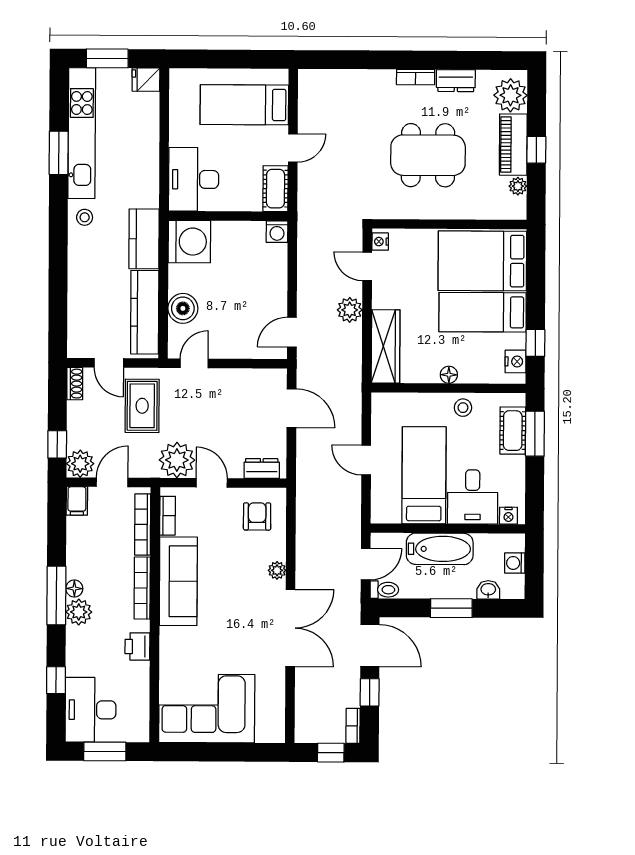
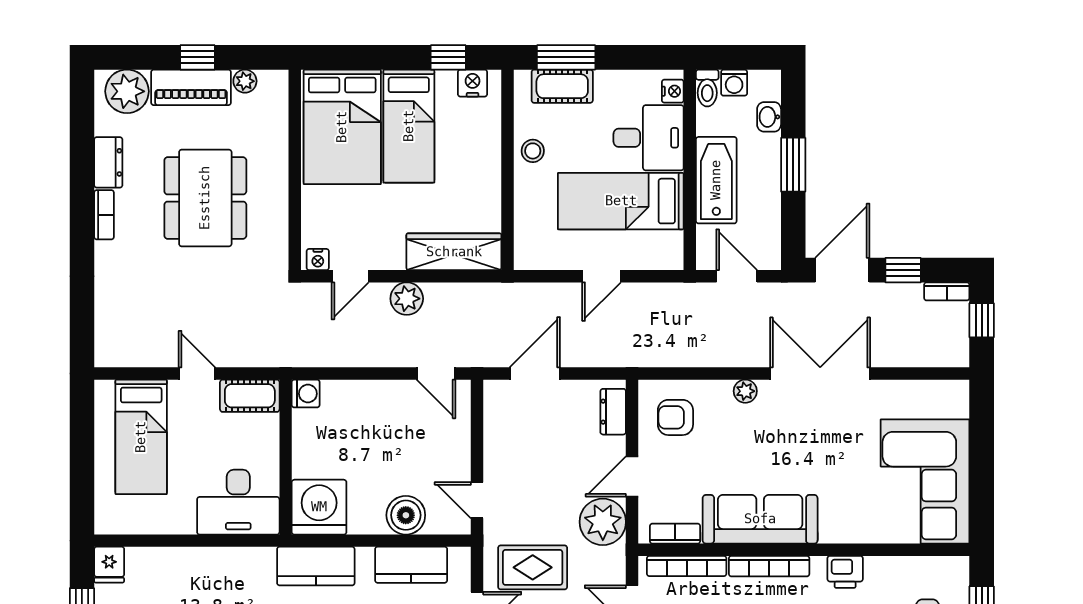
kitchen counter: (145, 312) -> (411, 565), width x0.67
floor lamp: (449, 375) -> (490, 169), removed
toilet: (384, 590) -> (707, 88), moved, turned 180

